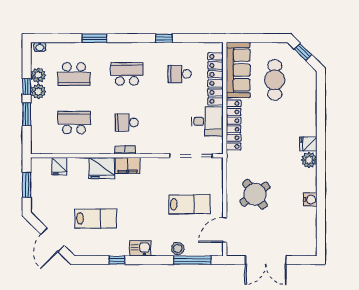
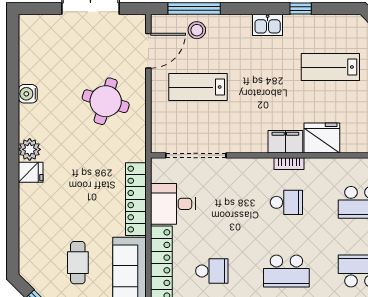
cafe table: (275, 80) -> (78, 263), width x0.73, depth x0.74
round table: (255, 194) -> (106, 101), turned -37
stool: (178, 248) -> (197, 30), moved

